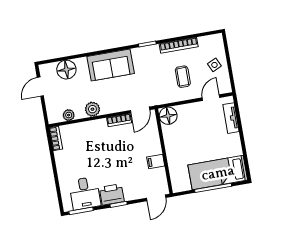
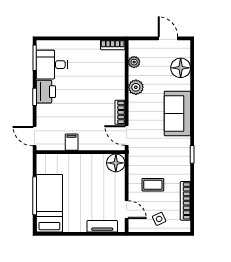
bookcase: (179, 45) -> (185, 201), moved

